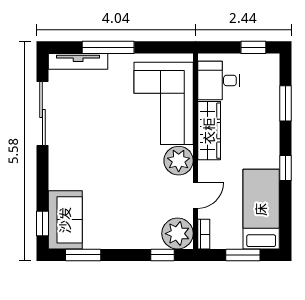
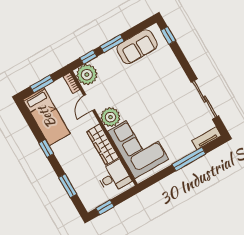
tv unit: (78, 61) -> (207, 138), width x0.71
sofa: (65, 220) -> (137, 47), moved, turned -90
window: (83, 255) -> (112, 44), moved

